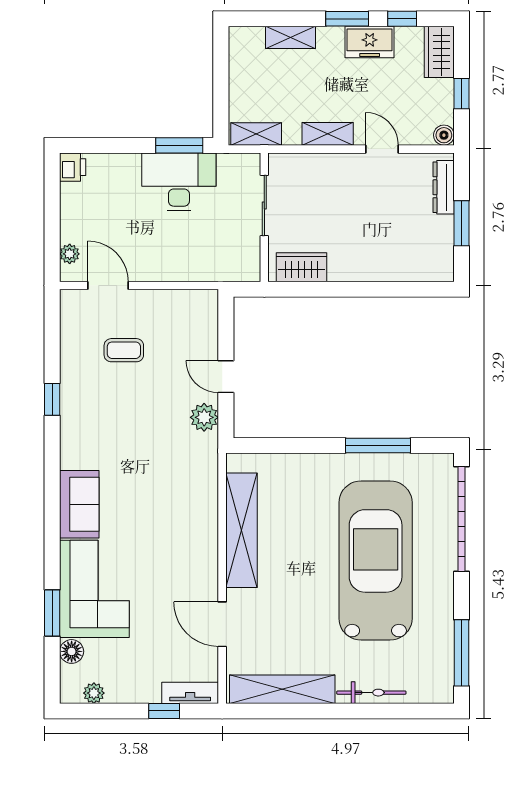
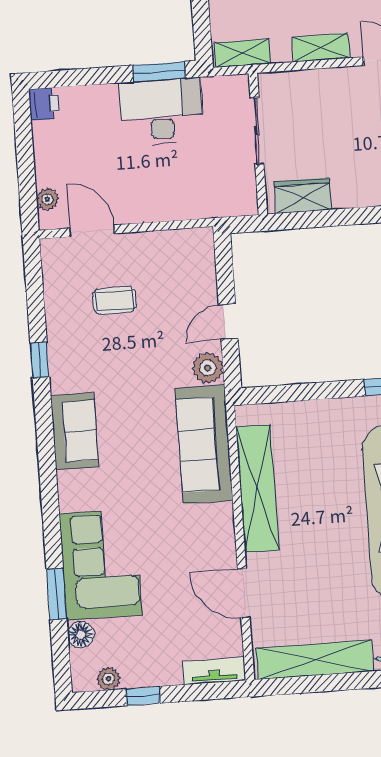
door: (226, 377) -> (228, 322), hinge flipped
sofa: (196, 487) -> (204, 444), added
sofa: (79, 504) -> (75, 431), moved
window: (164, 711) -> (143, 696), moved

